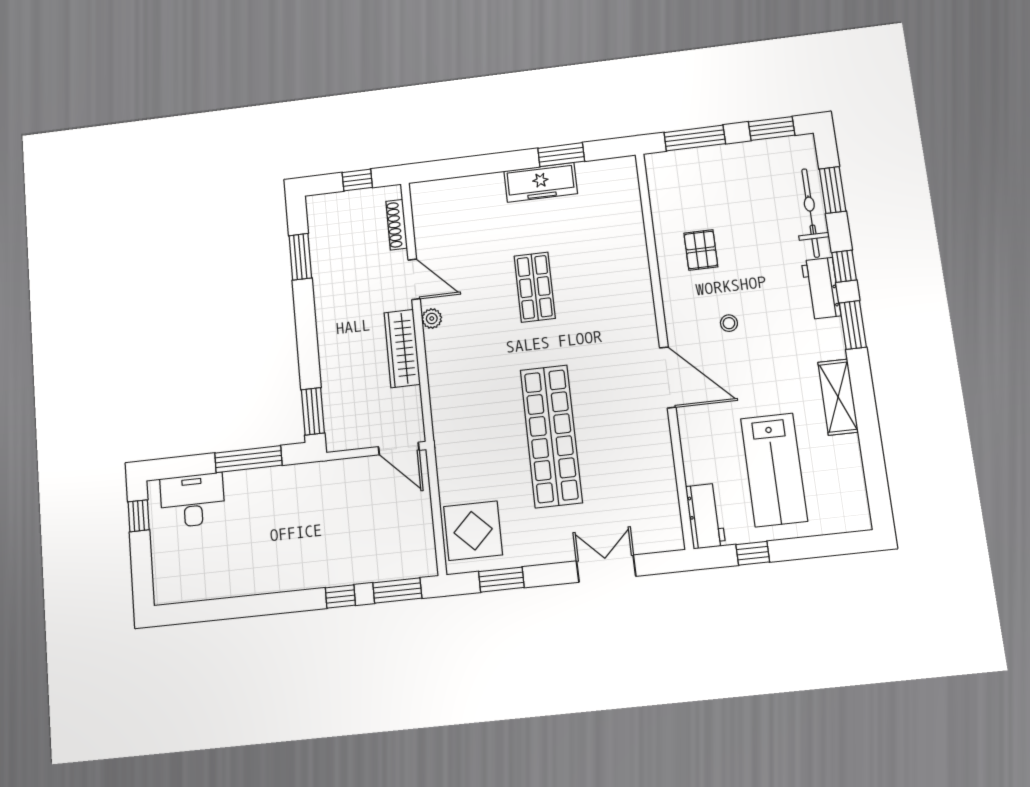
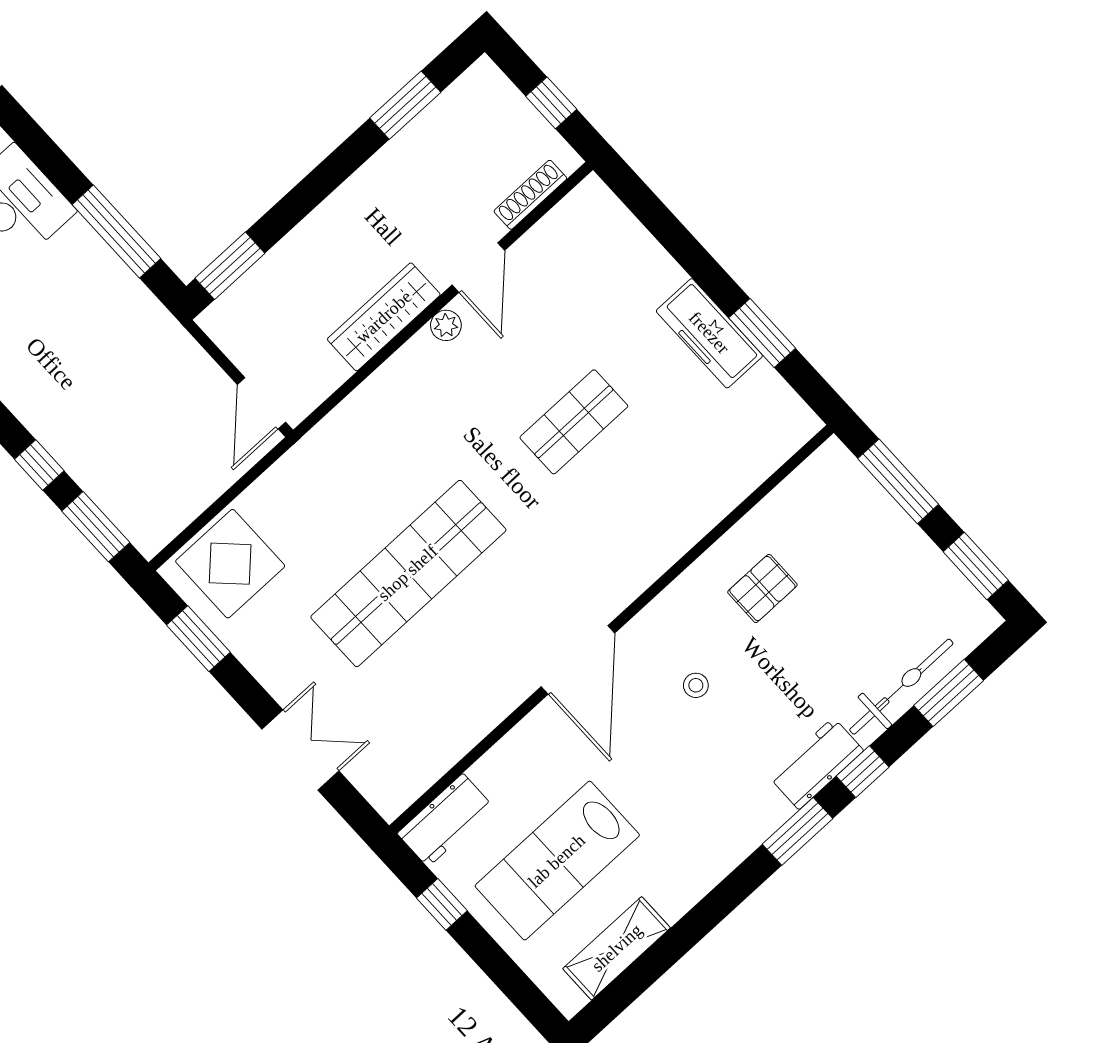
shelving: (838, 397) -> (617, 948), moved

